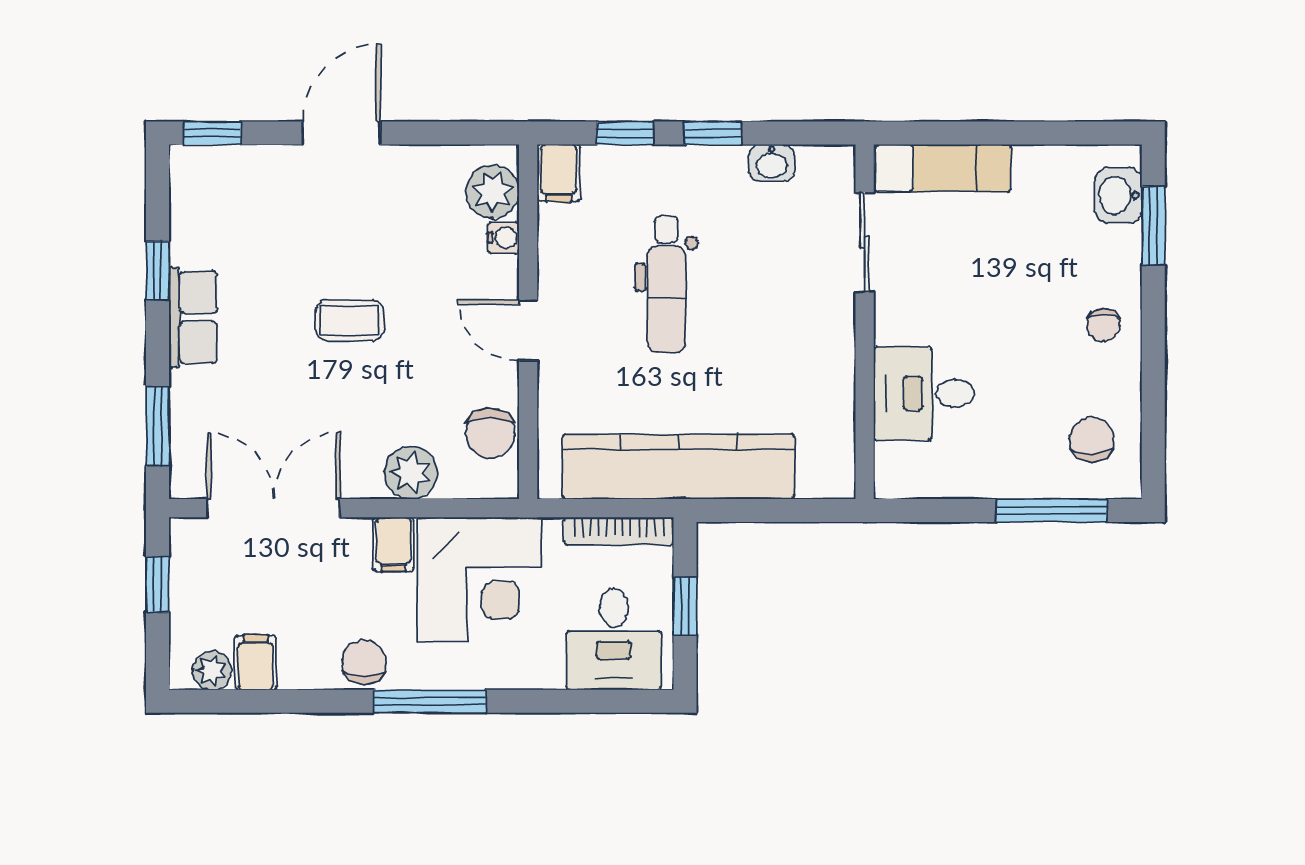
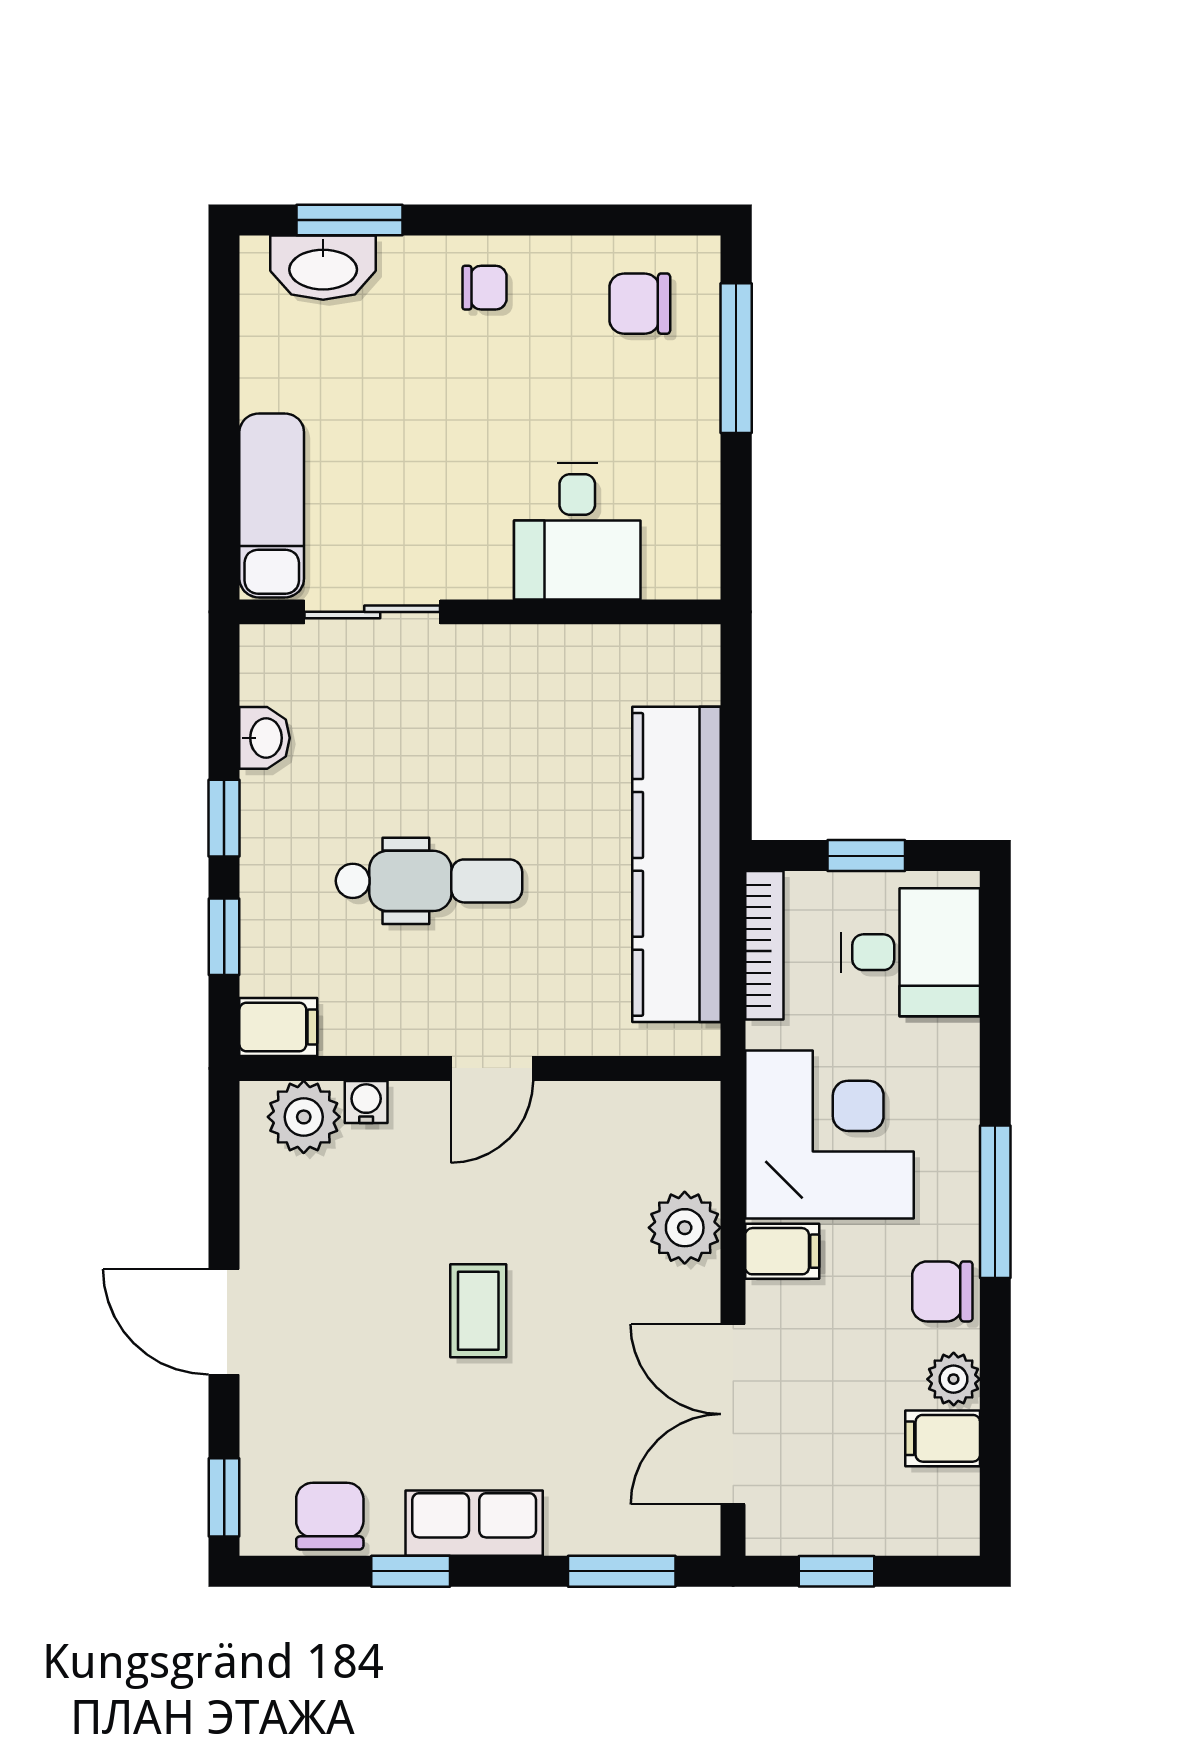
washbasin: (1118, 195) -> (323, 268), width x1.38
chair: (490, 433) -> (330, 1516), moved, turned -90
plant: (212, 671) -> (954, 1379), moved

